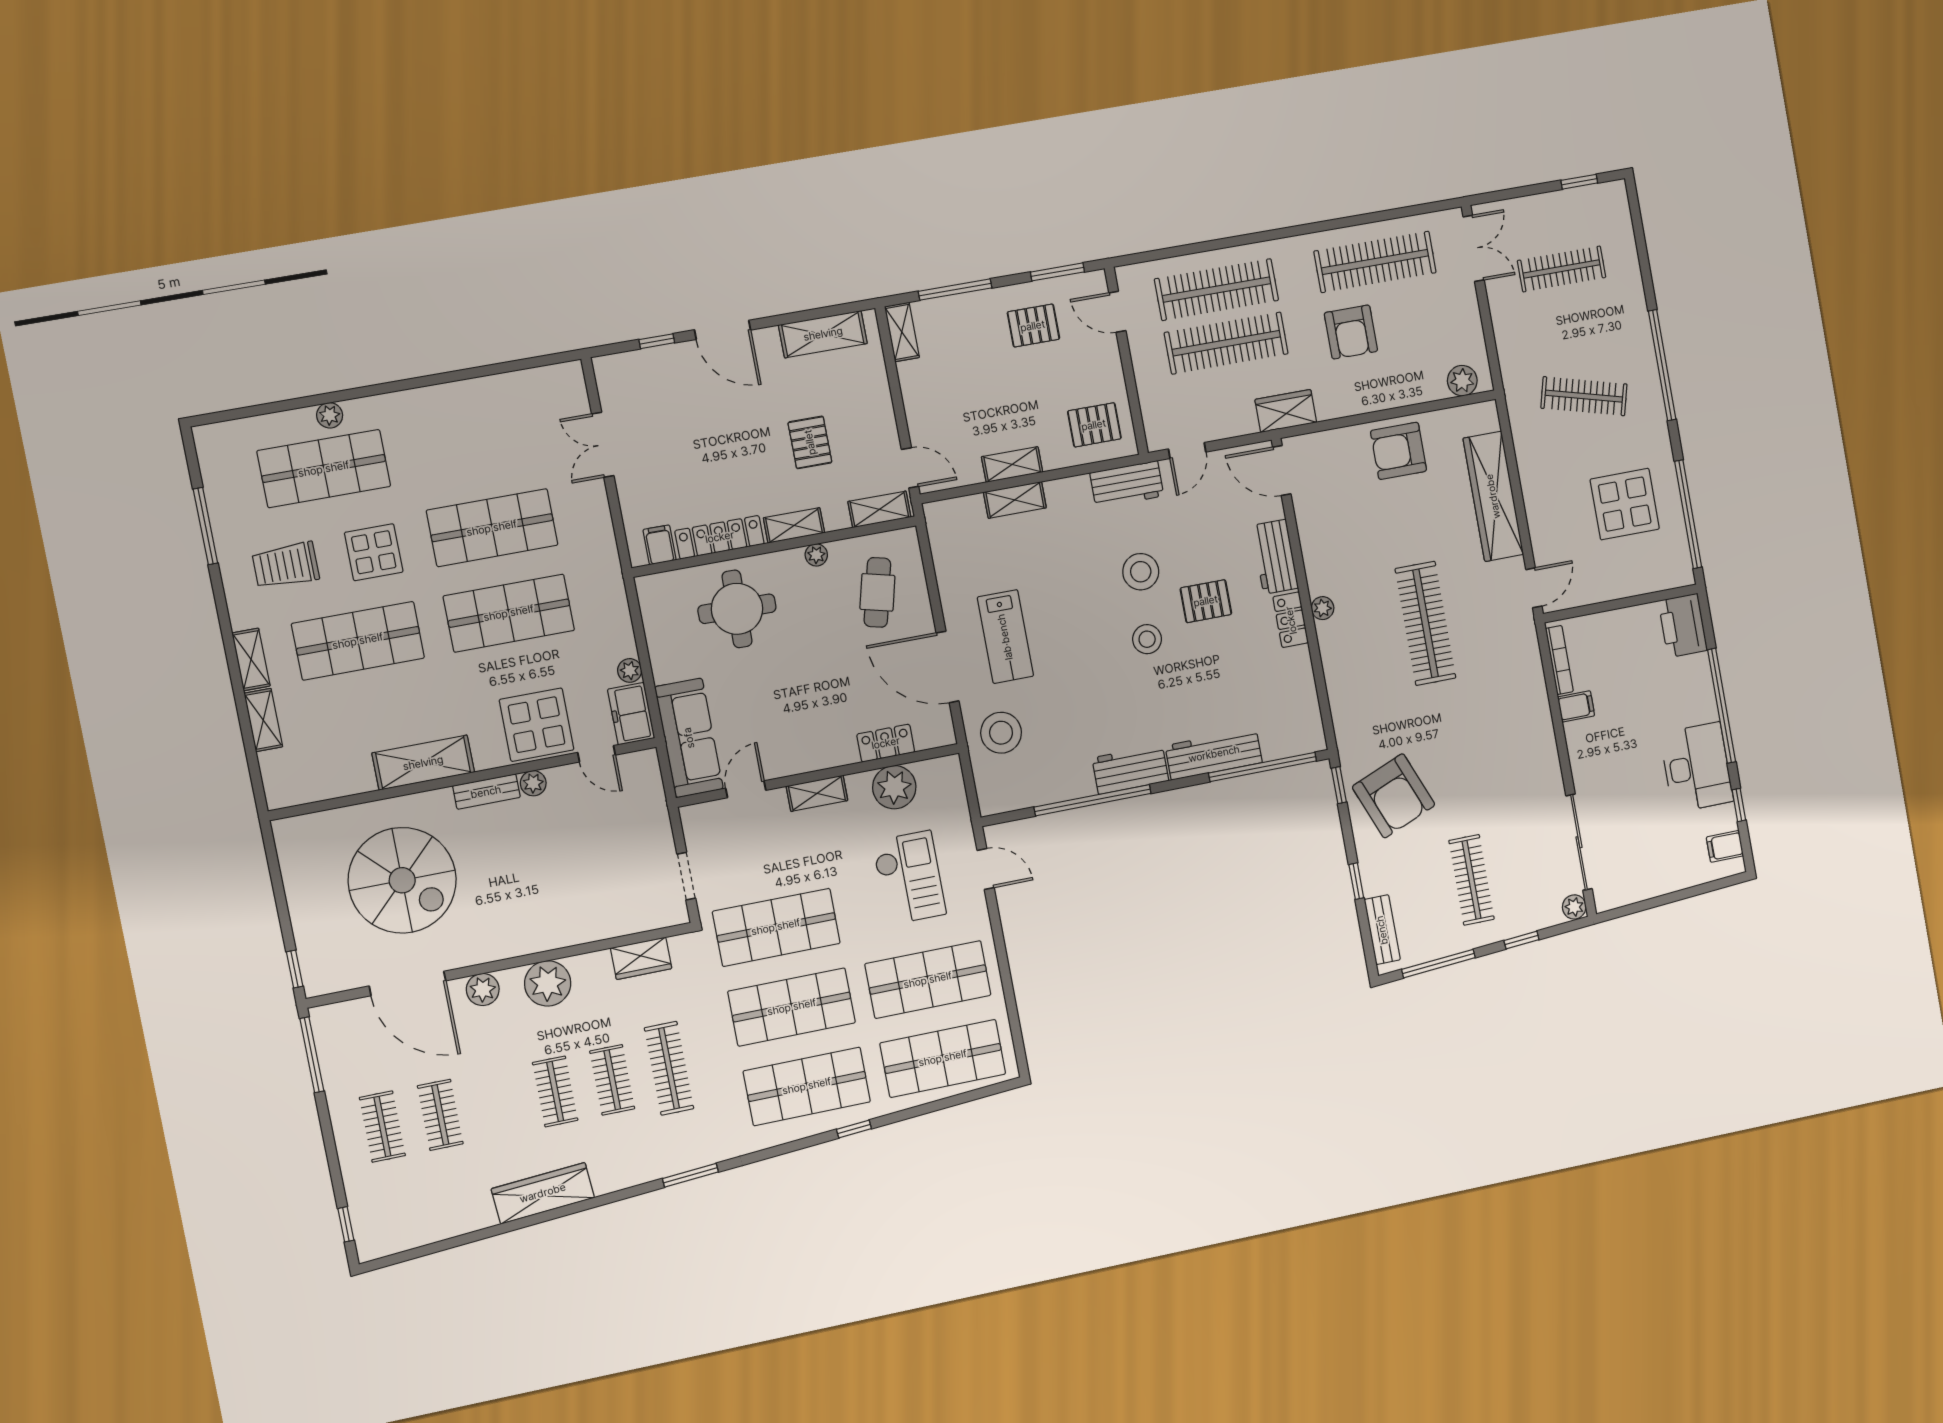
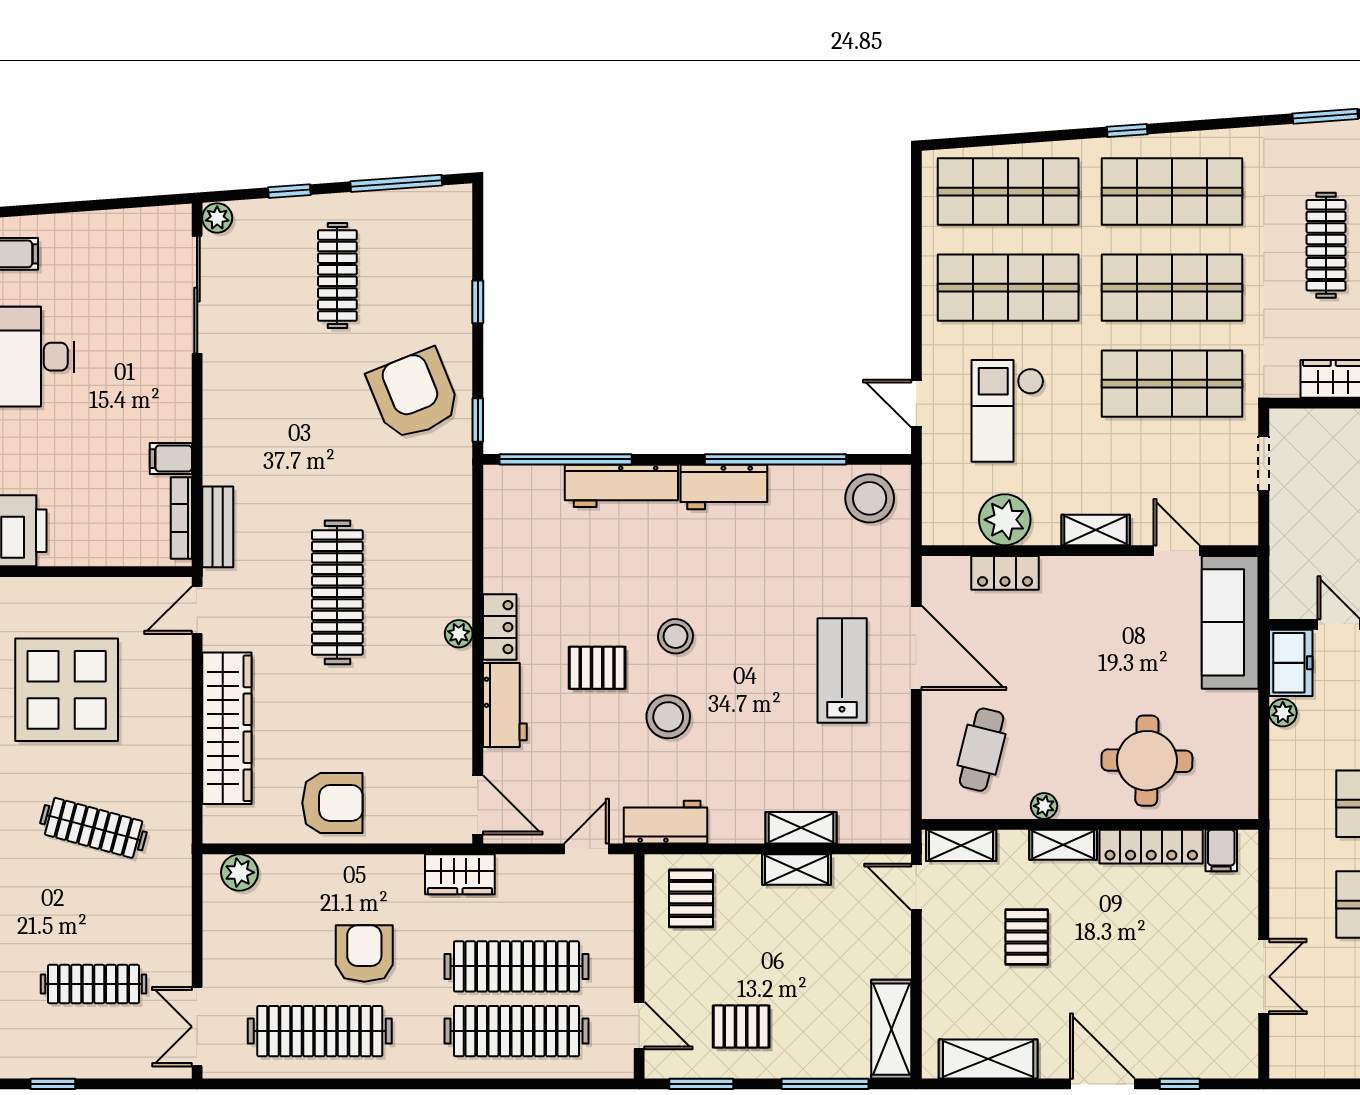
shelving: (902, 332) -> (891, 1029), width x1.50, depth x1.33
pallet: (1094, 425) -> (691, 898), turned 90
display table: (1625, 504) -> (67, 690), width x1.36, depth x1.36
stool: (1001, 733) -> (870, 498), moved
door: (746, 789) -> (1177, 551), swing flipped
bench: (1382, 930) -> (218, 527), moved

